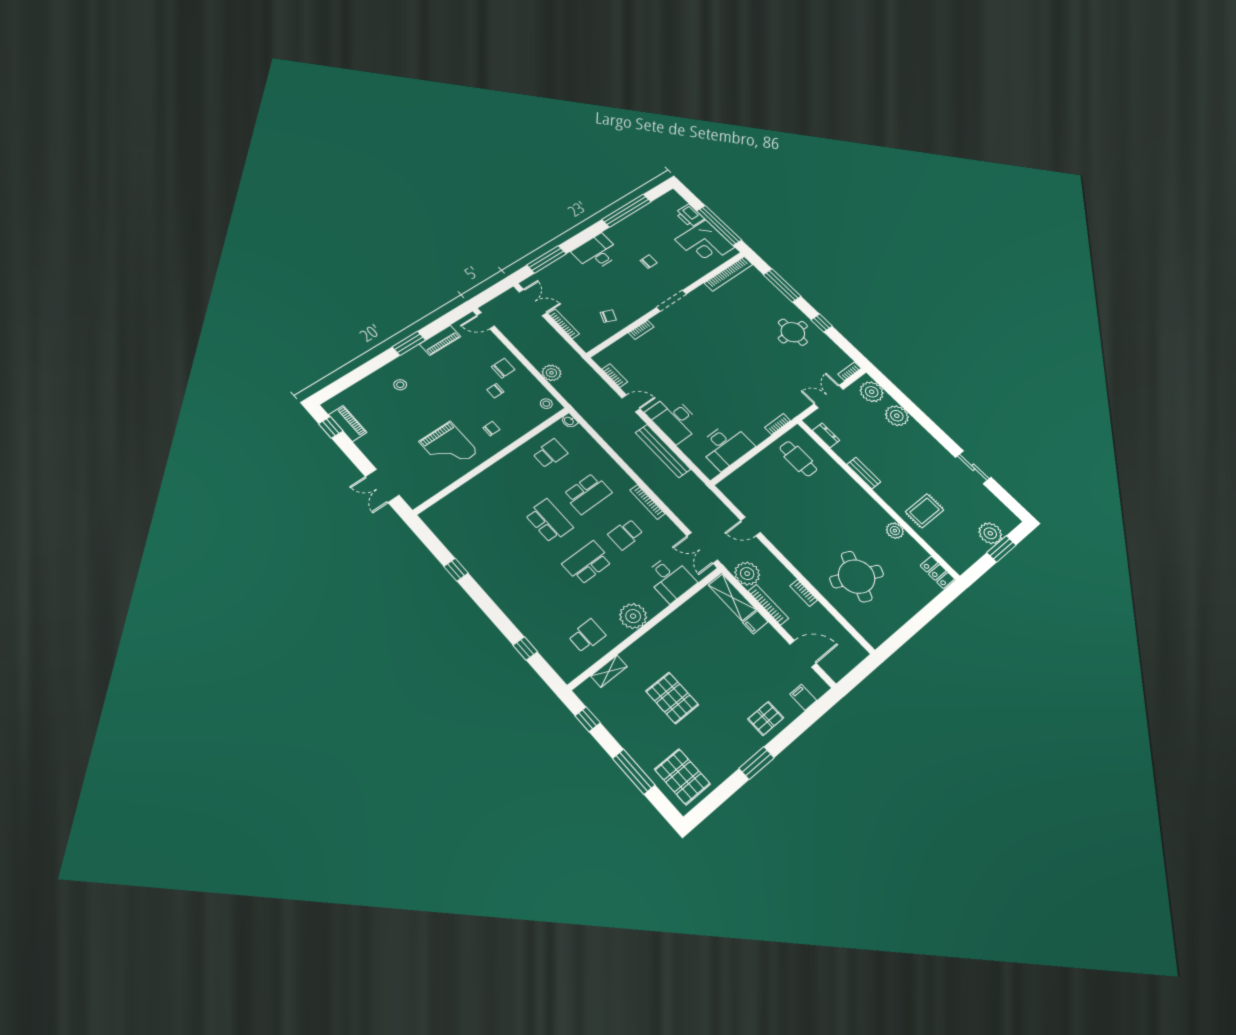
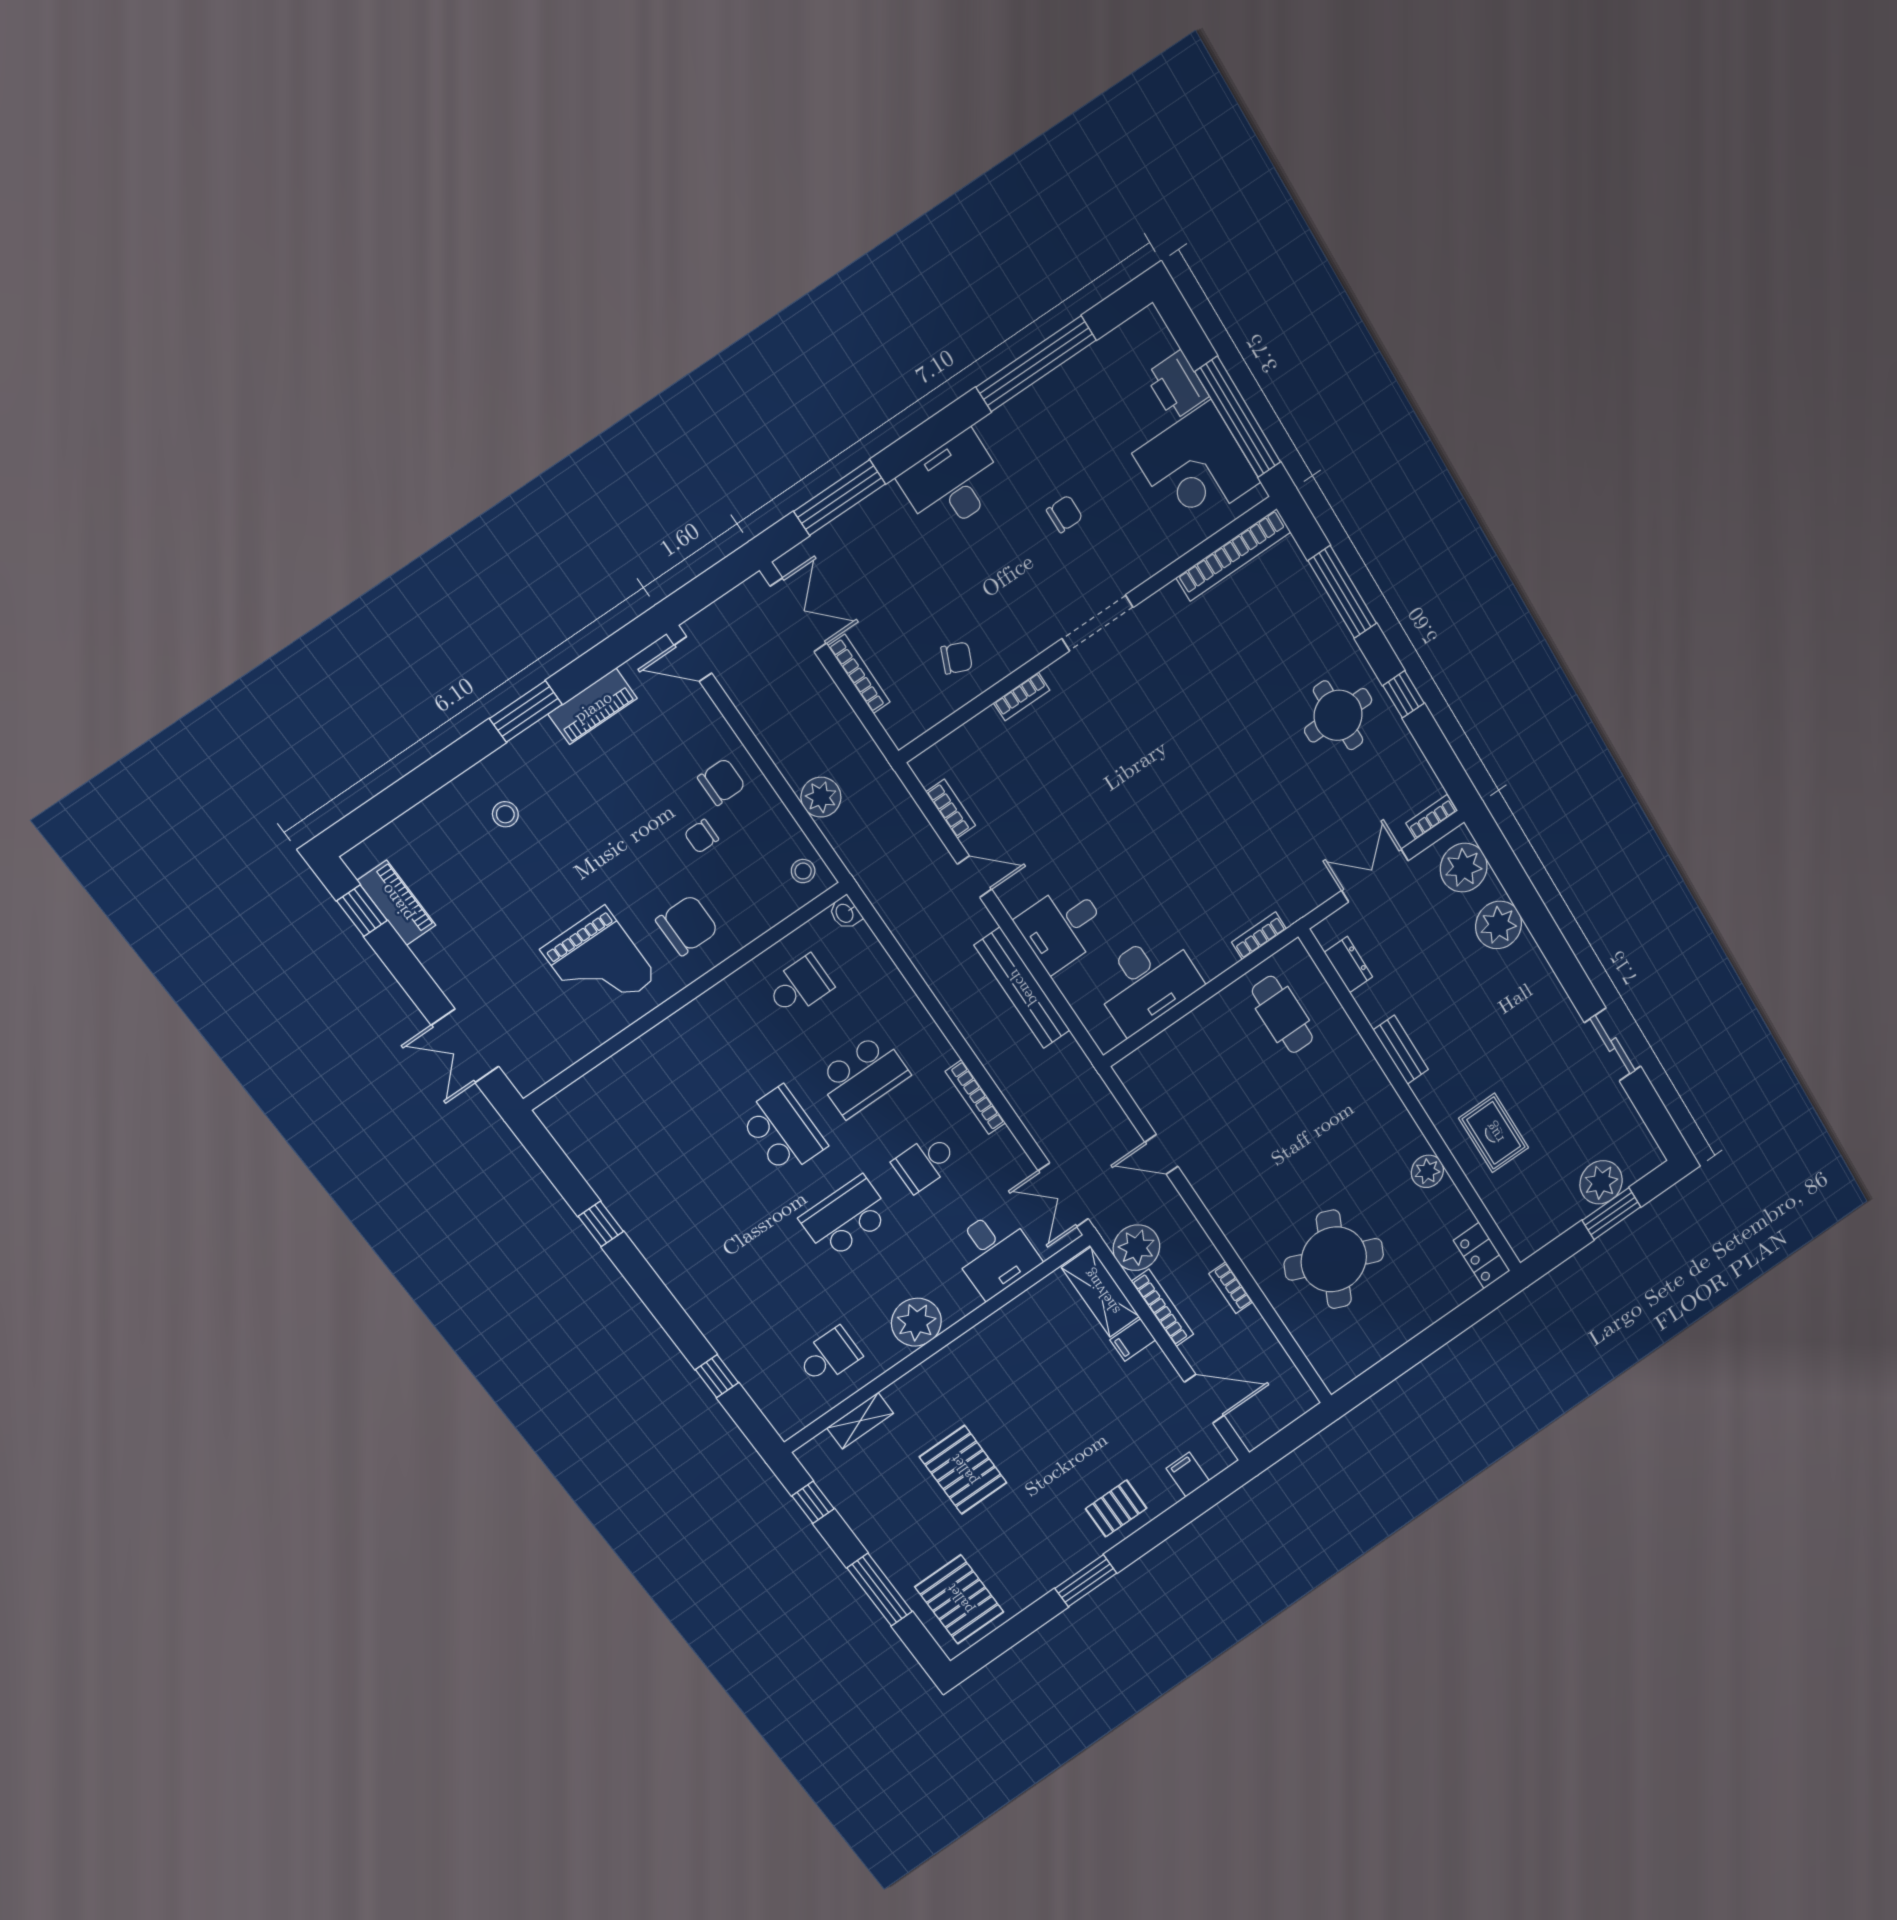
desk: (674, 419) -> (1062, 927), width x0.73
chair: (491, 429) -> (687, 925), width x1.87, depth x1.87
rug: (925, 511) -> (1494, 1133), turned 90

